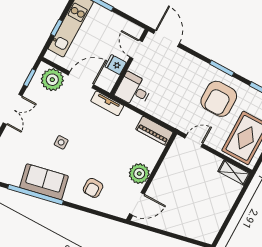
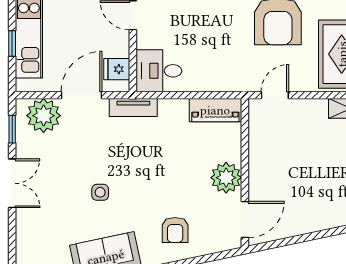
fridge: (116, 65) -> (117, 69), moved

